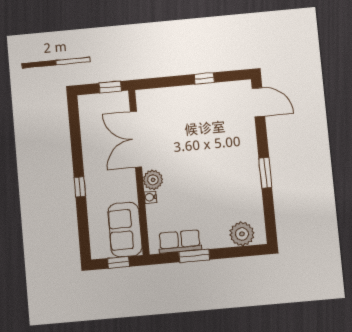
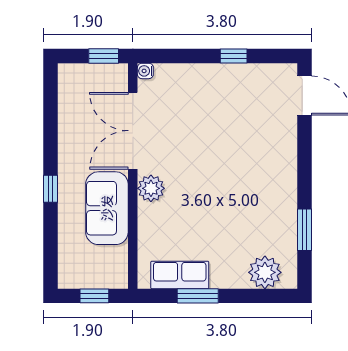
window: (265, 173) -> (304, 230), moved
water cooler: (150, 197) -> (145, 71), moved
sofa: (125, 230) -> (107, 208), moved

